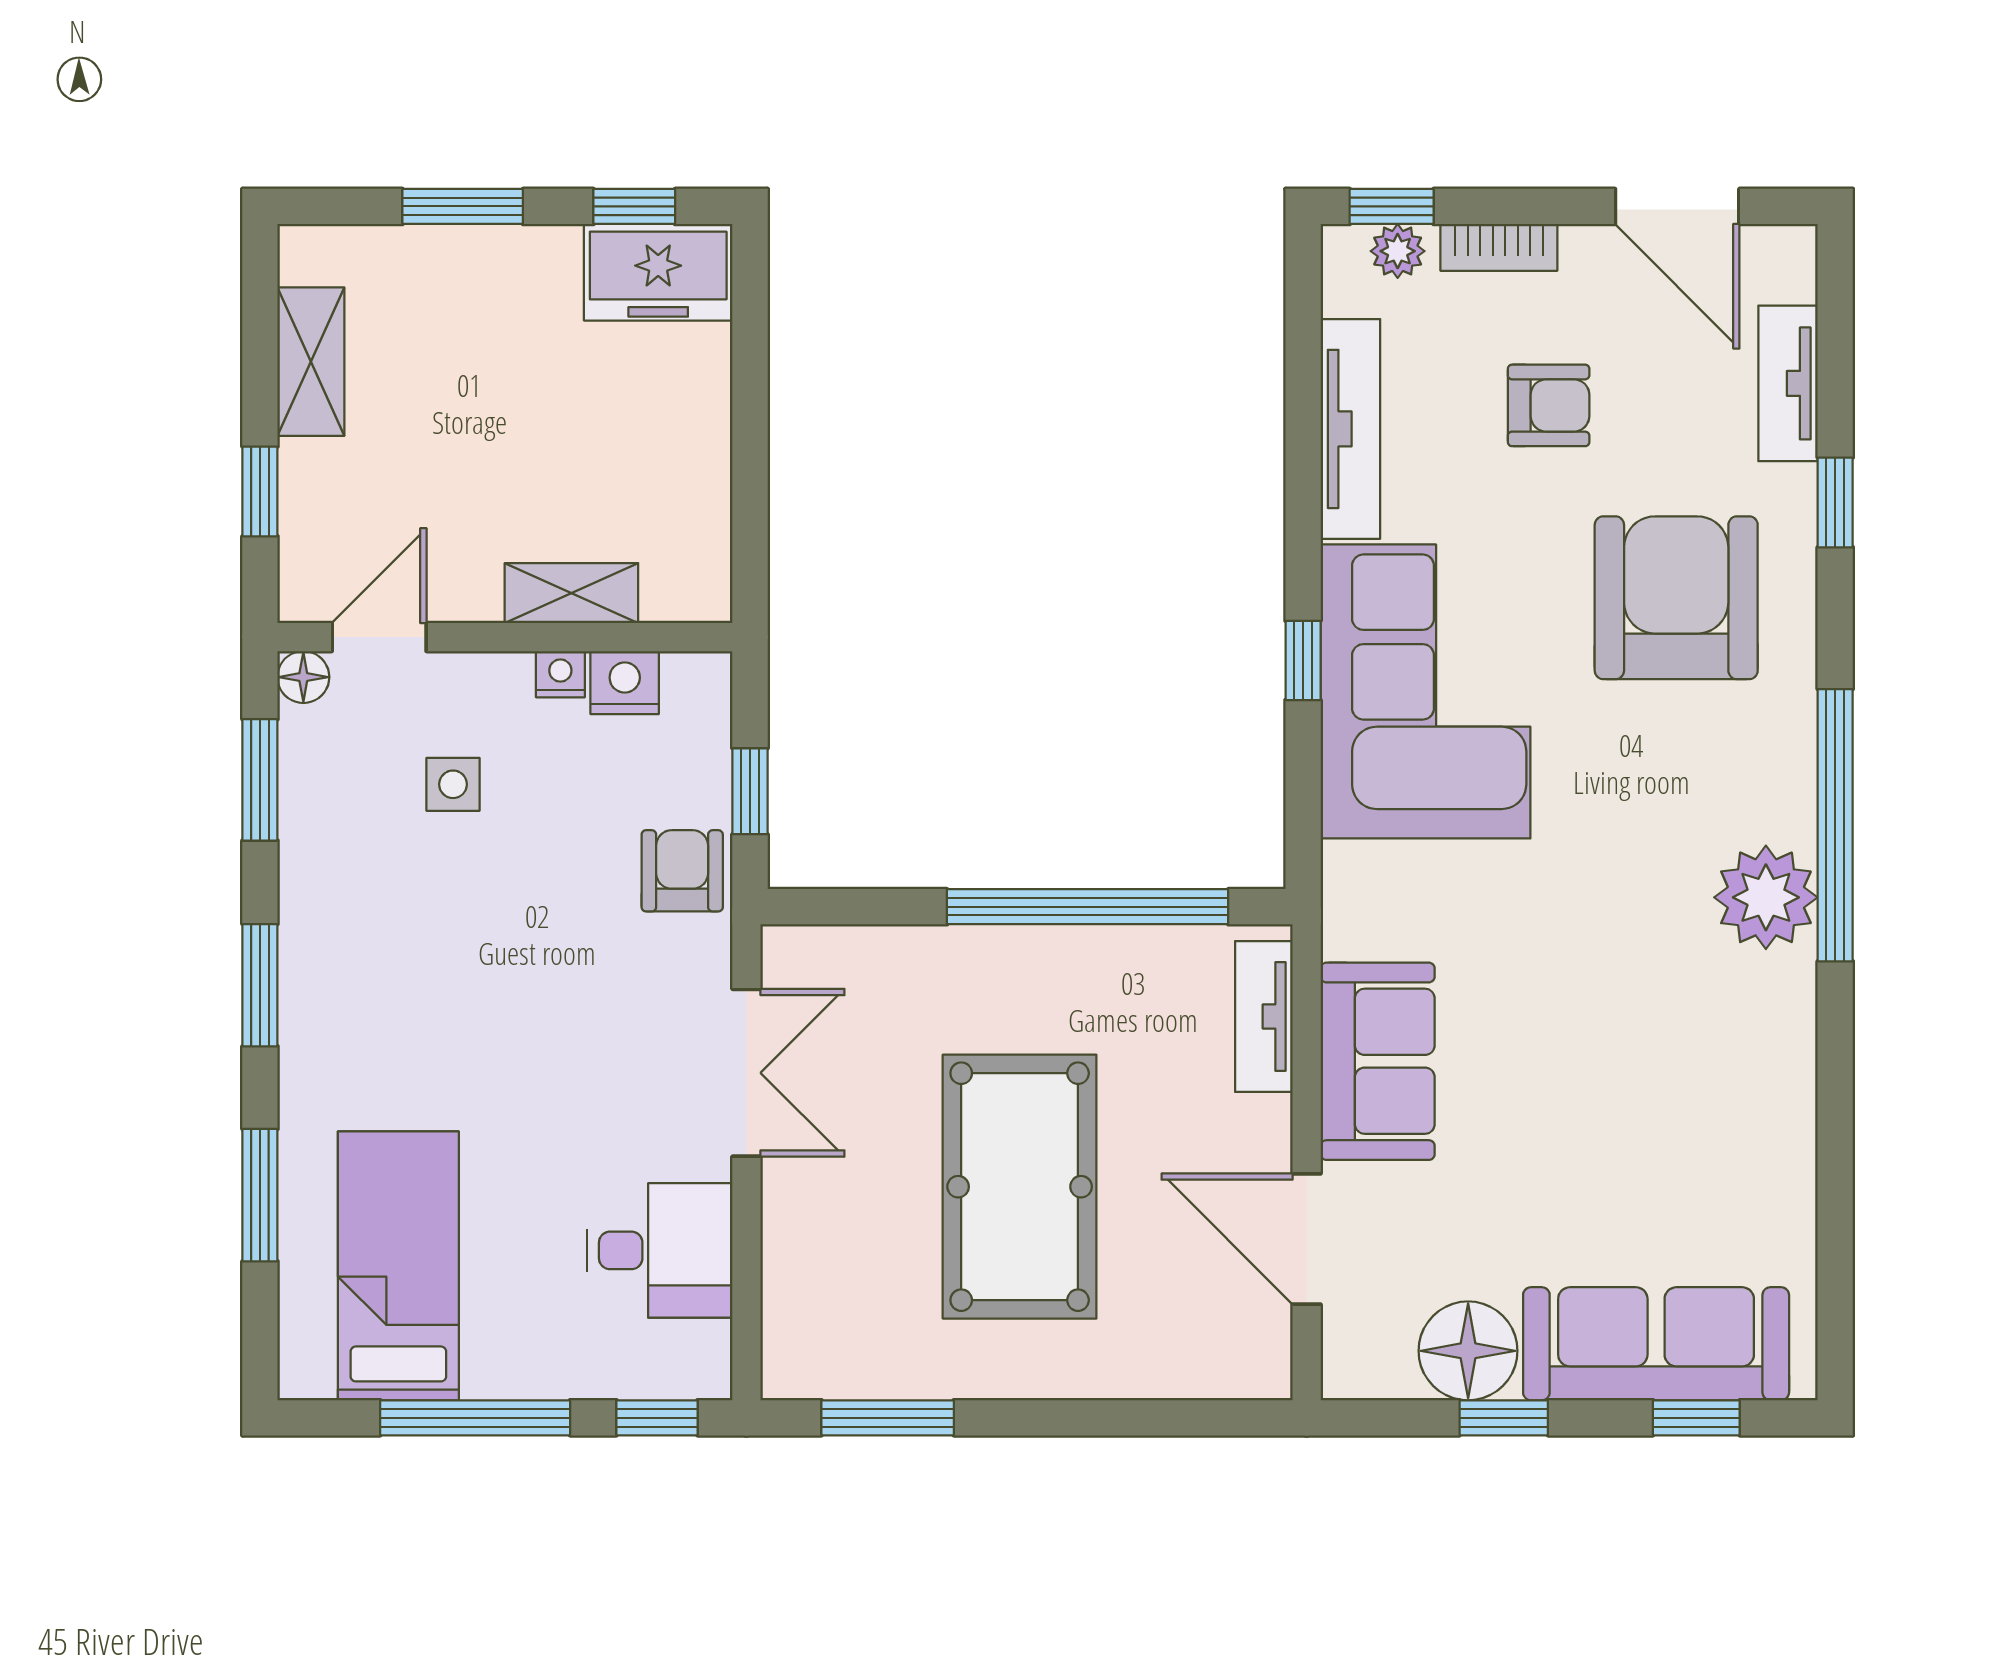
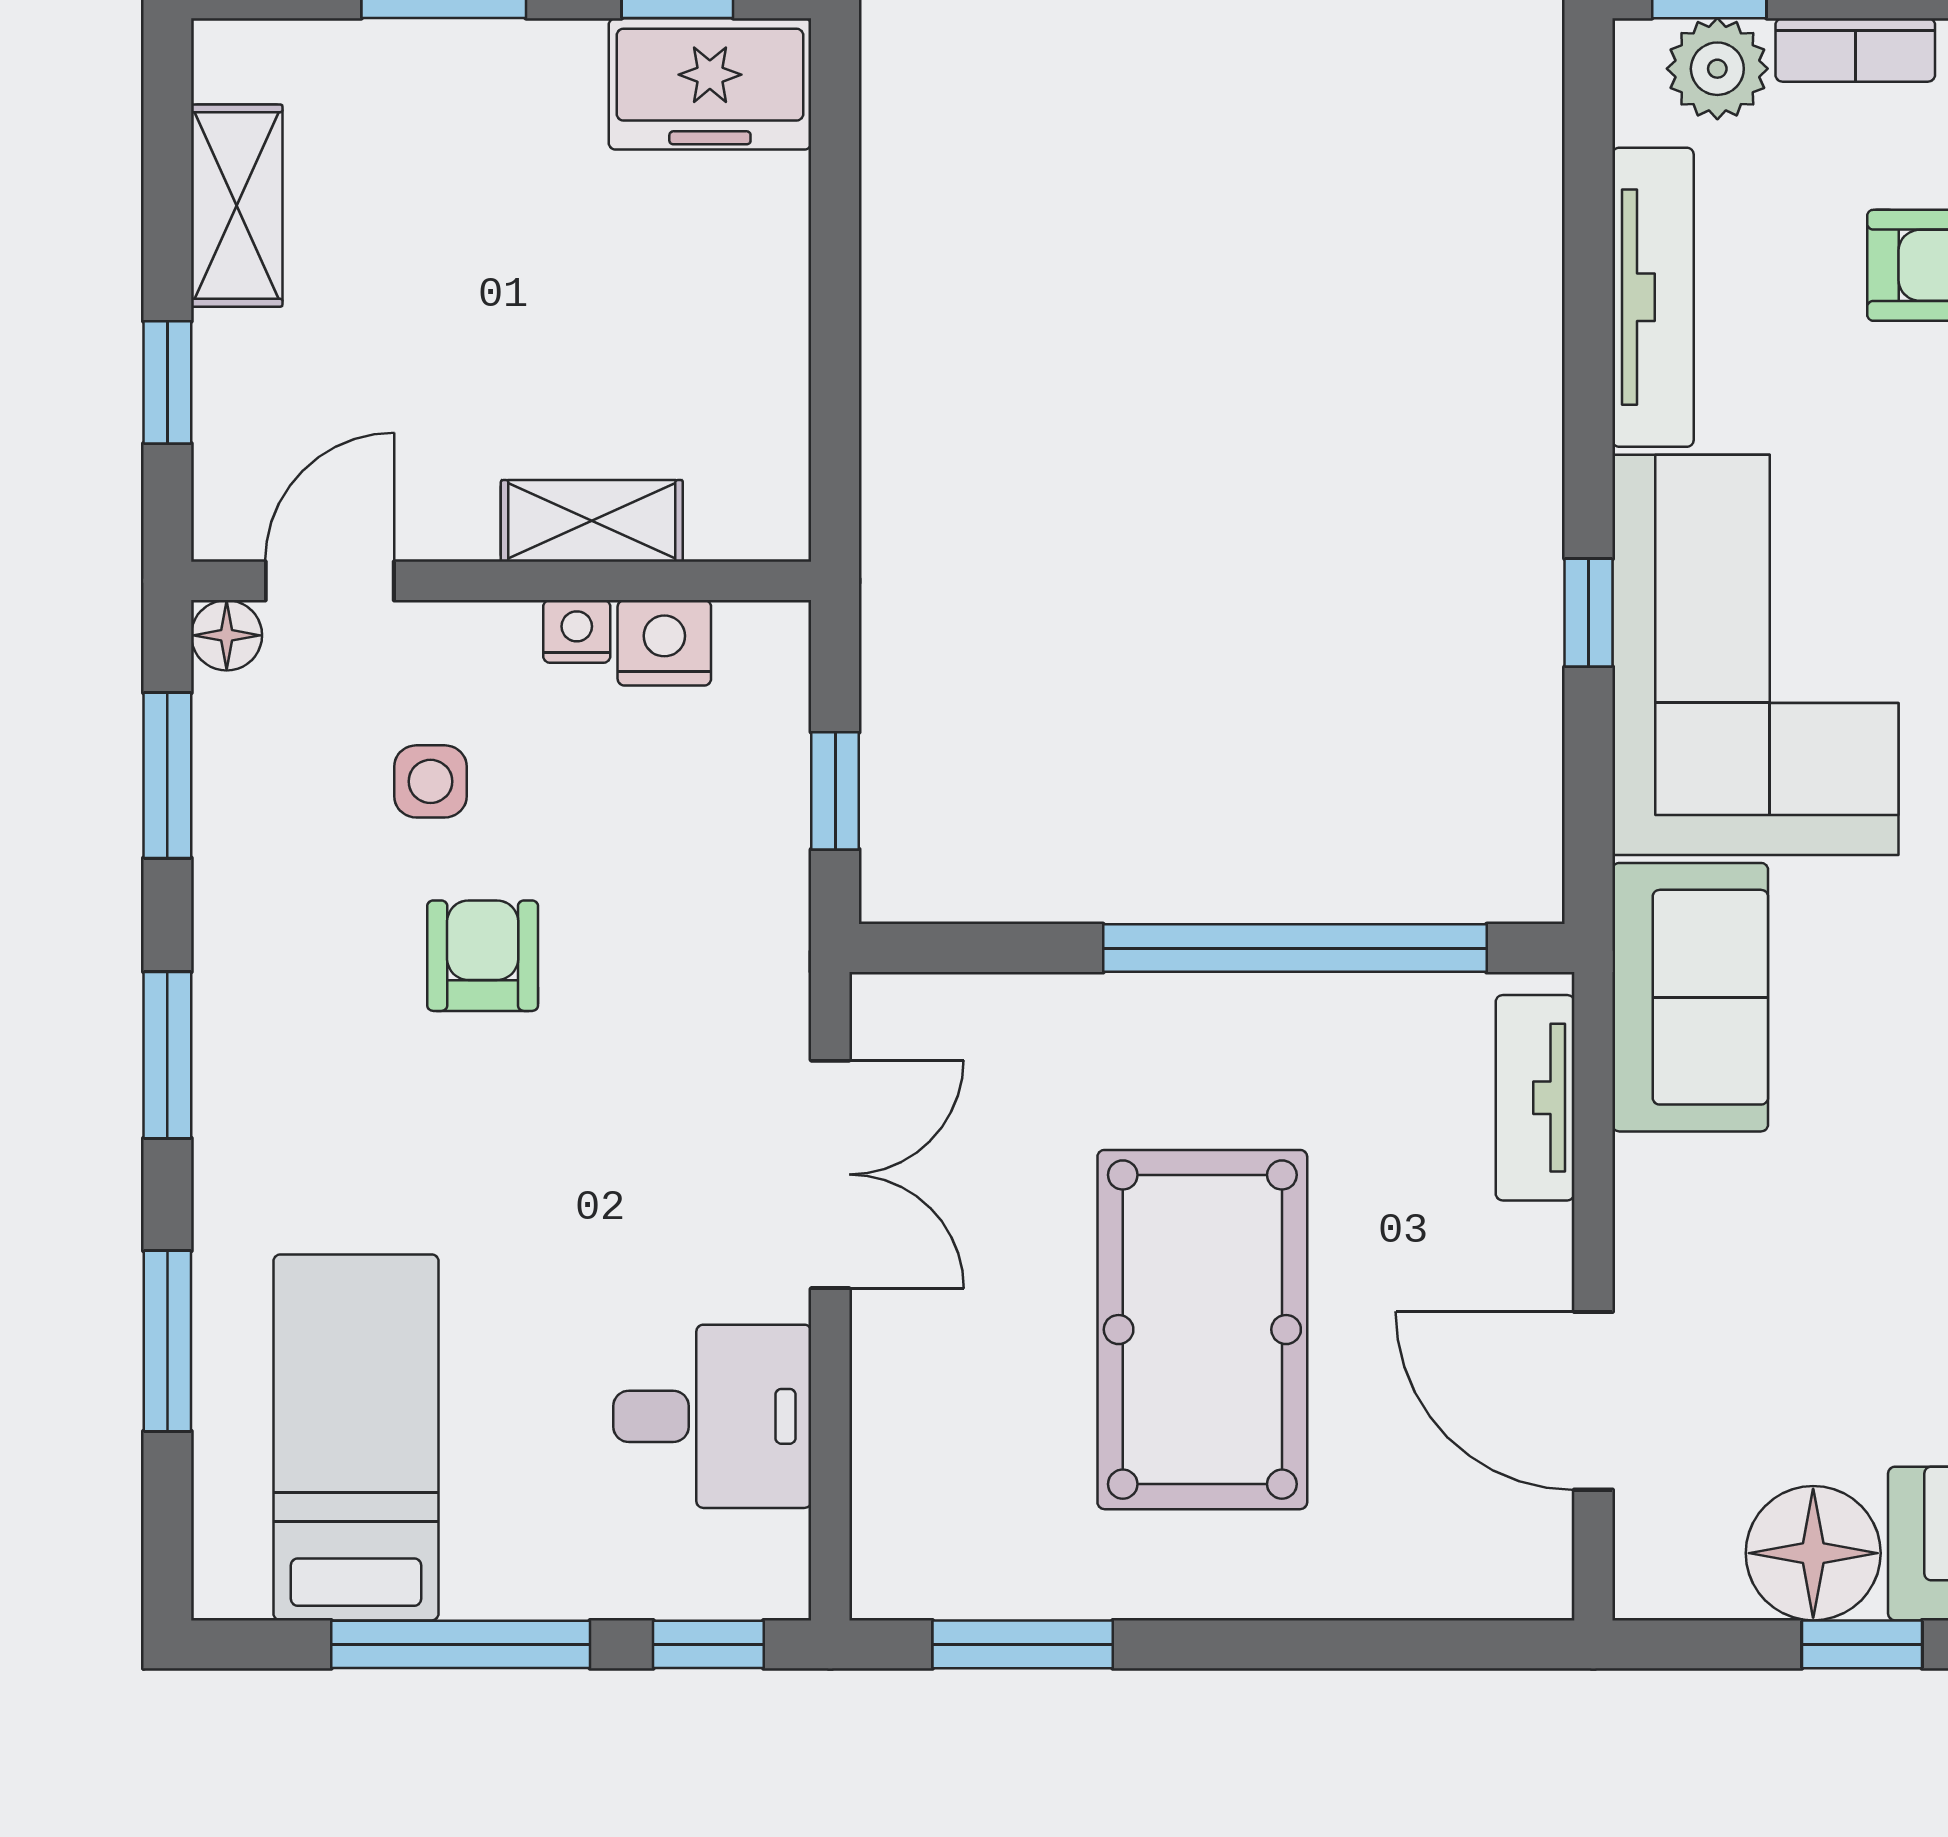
plant: (1398, 251) -> (1717, 69), width x1.38, depth x1.38
armchair: (682, 871) -> (483, 956), moved
sofa: (1378, 1061) -> (1690, 997), moved

